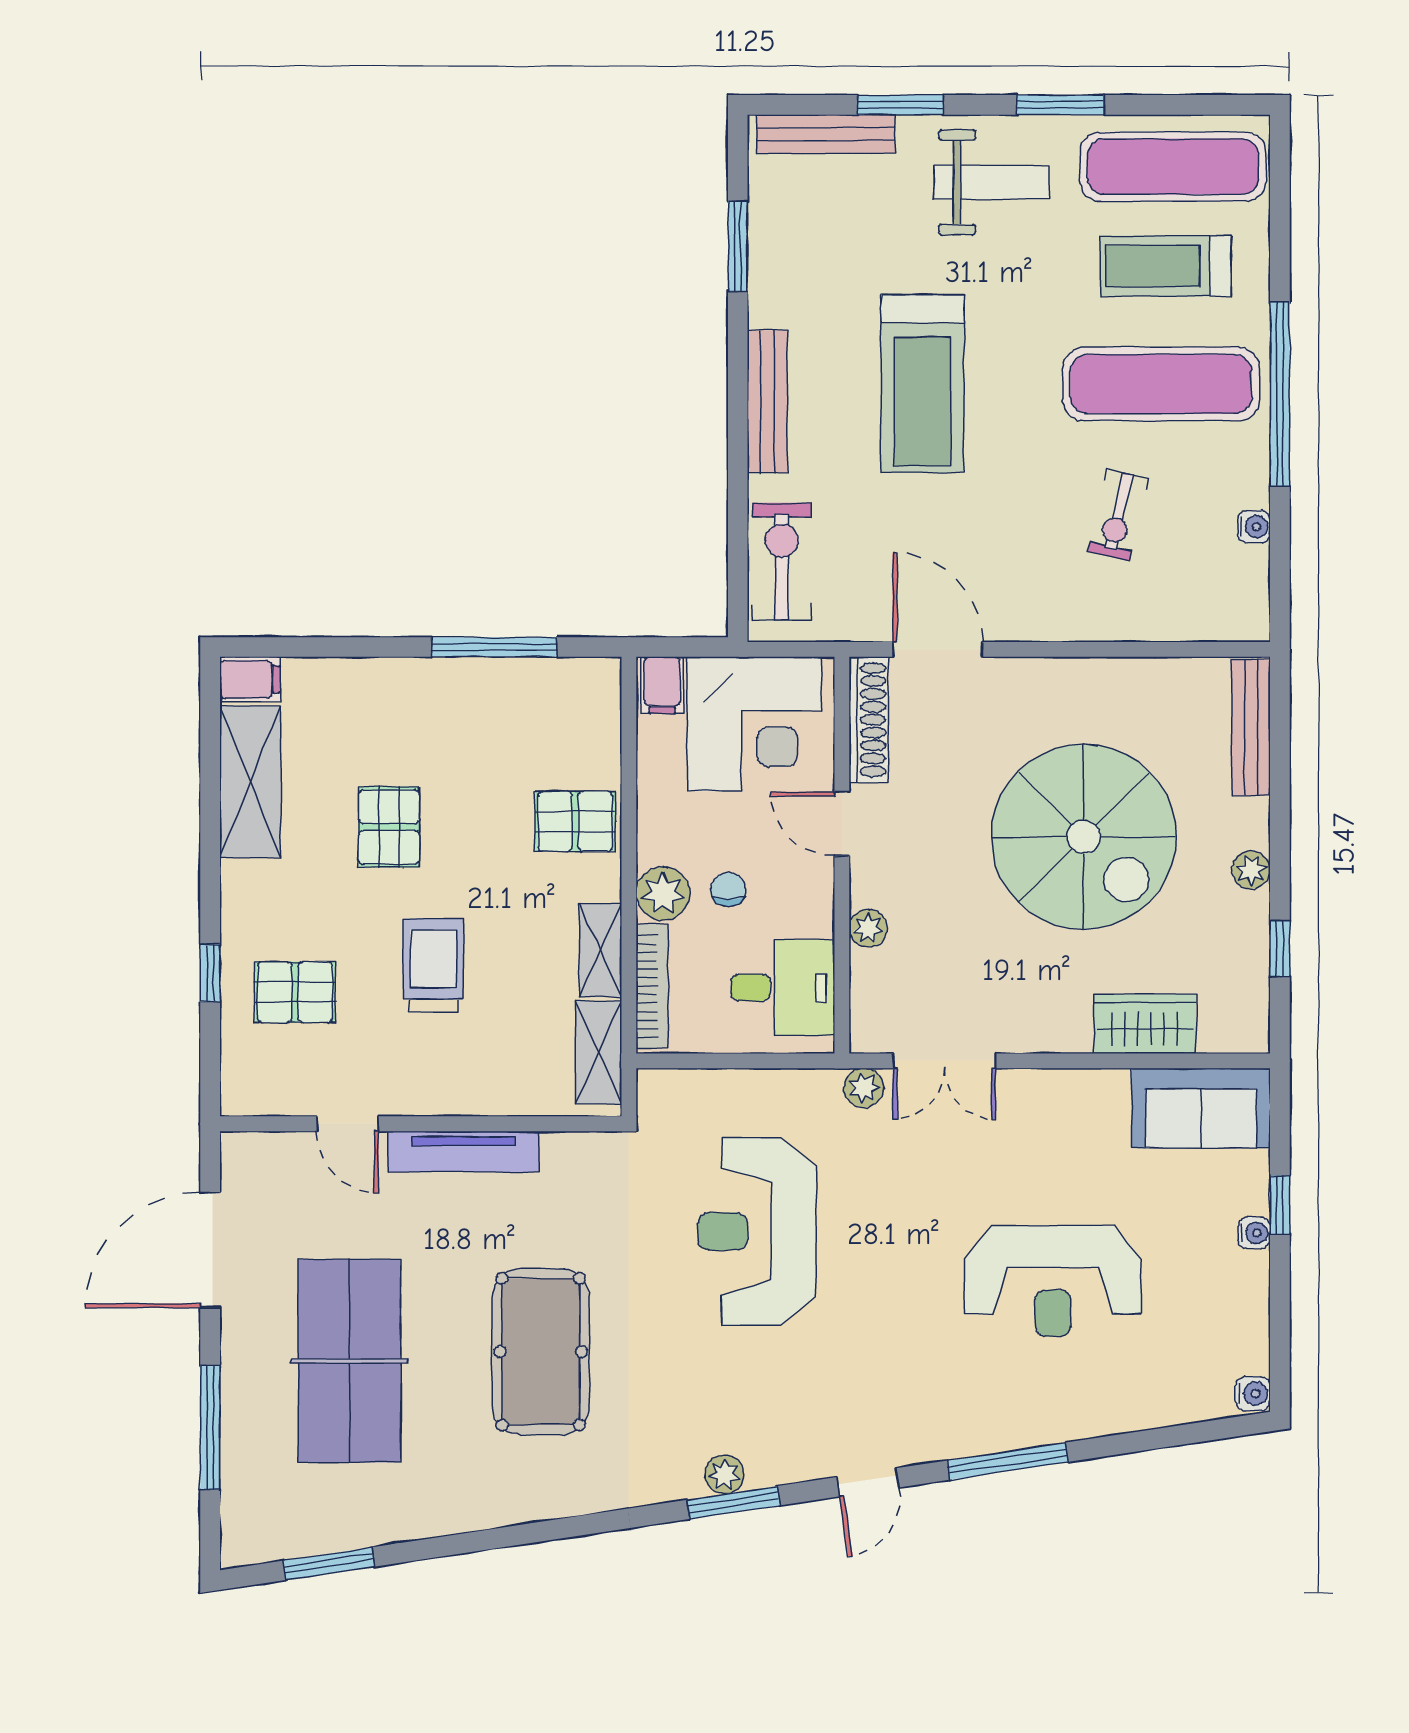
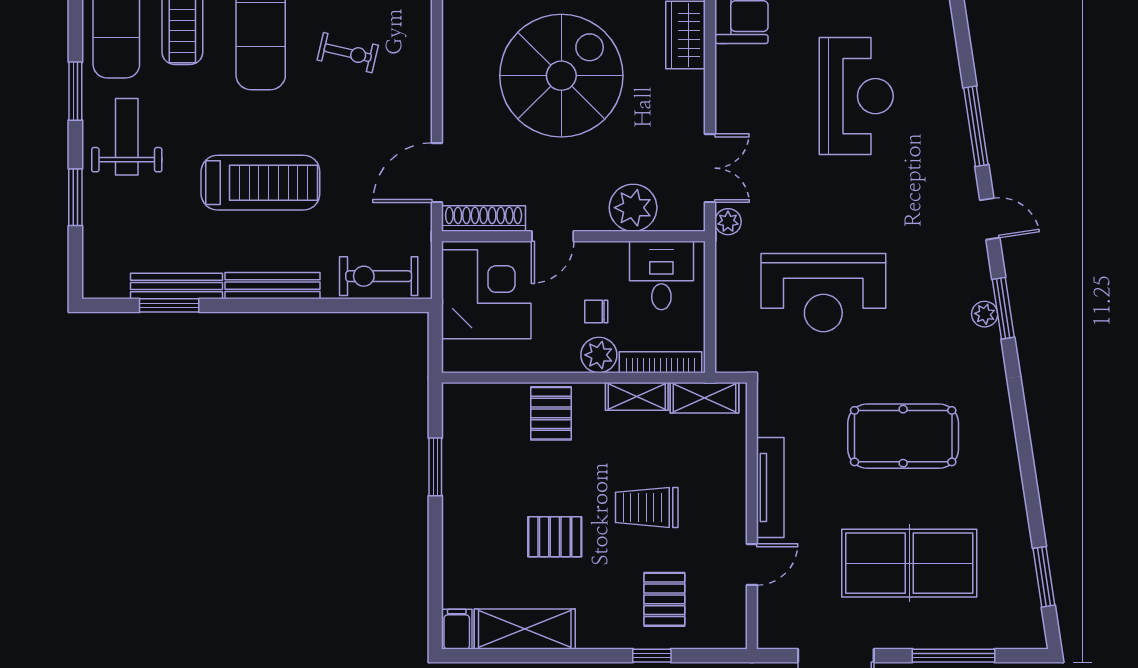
bench: (826, 134) -> (177, 286), moved, turned 90
window: (494, 647) -> (435, 467), width x0.69
filing cabinet: (662, 685) -> (461, 356), removed
plant: (868, 928) -> (633, 208), width x1.88, depth x1.88

